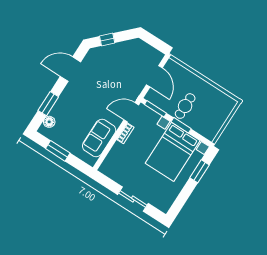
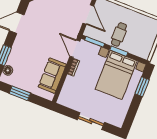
door: (131, 112) -> (75, 49), hinge flipped

